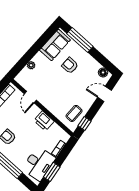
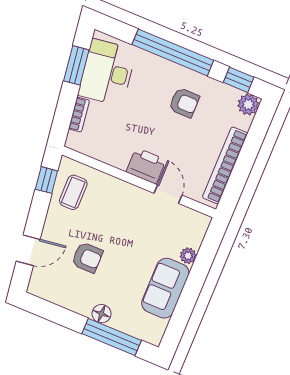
sofa: (55, 45) -> (165, 288), moved
armchair: (70, 65) -> (87, 257), moved
floor lamp: (103, 72) -> (101, 314), moved
printer: (44, 121) -> (146, 166), moved

